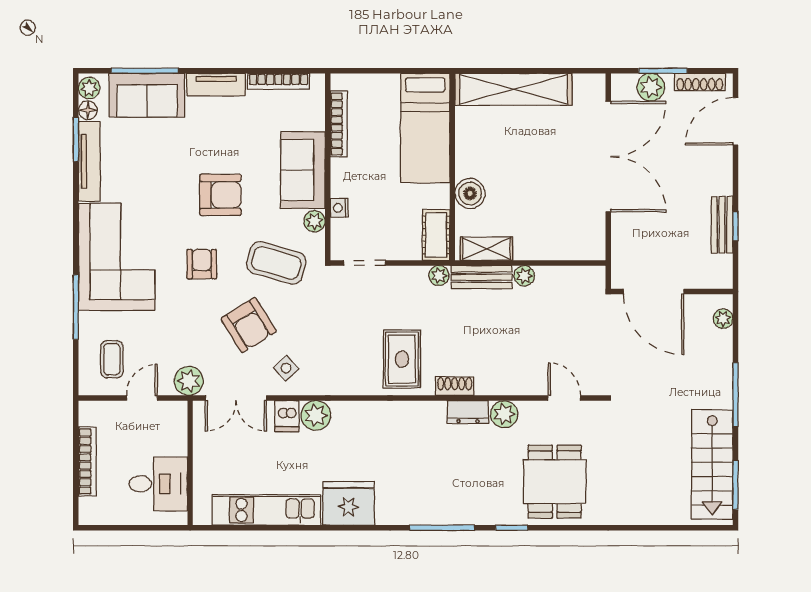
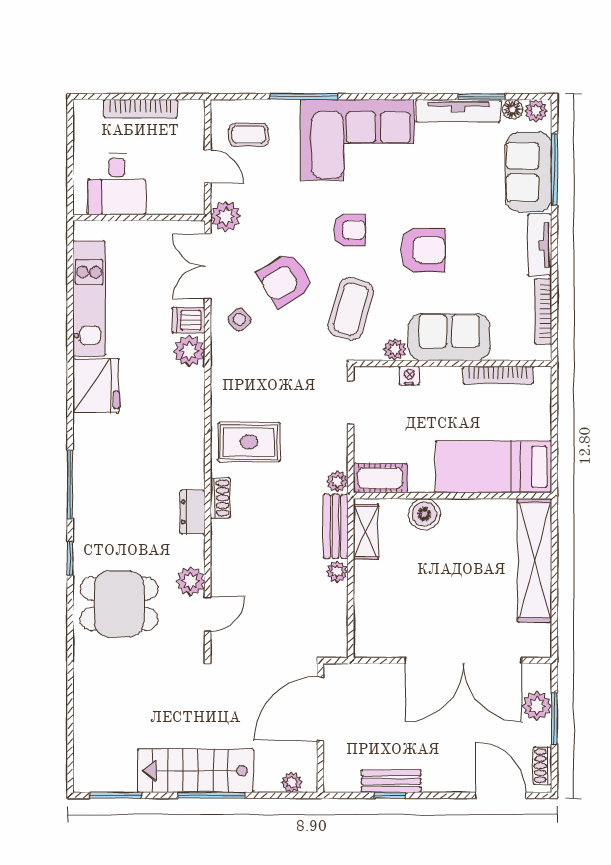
shoe rack: (700, 82) -> (542, 766), width x0.70
armchair: (220, 195) -> (423, 250), turned -90
plant: (504, 414) -> (191, 581), moved
stairs: (712, 465) -> (196, 771), moved

